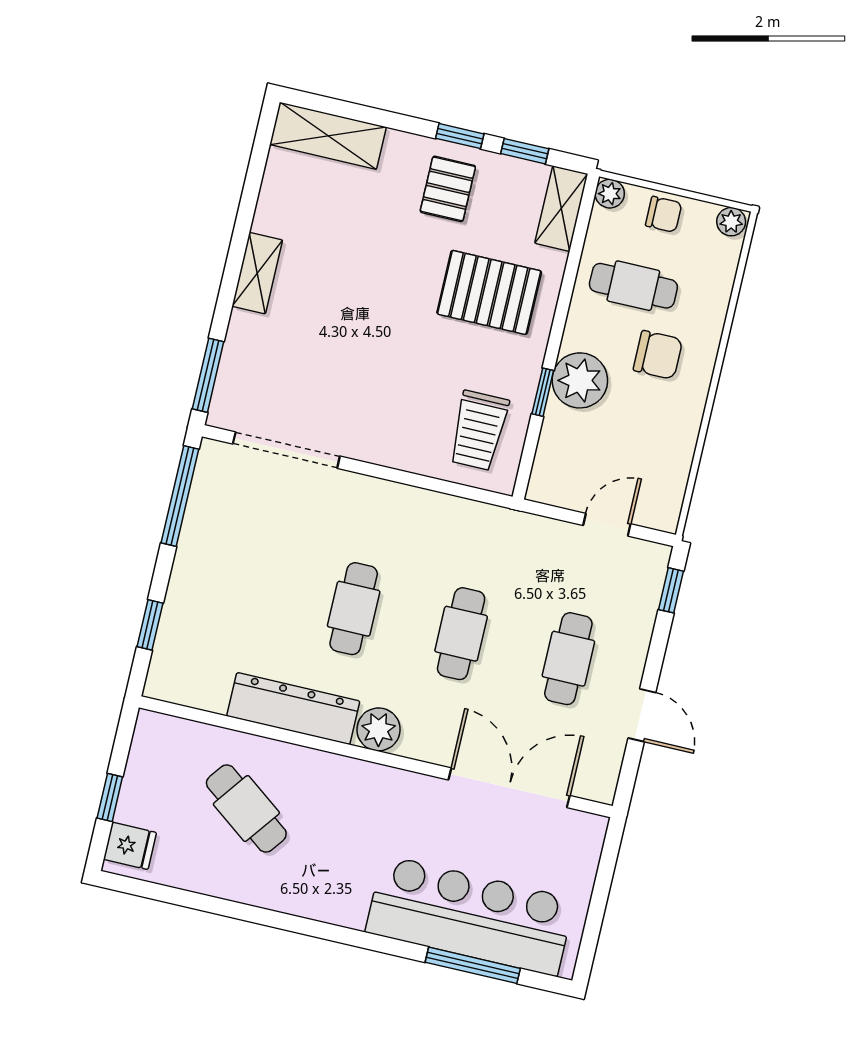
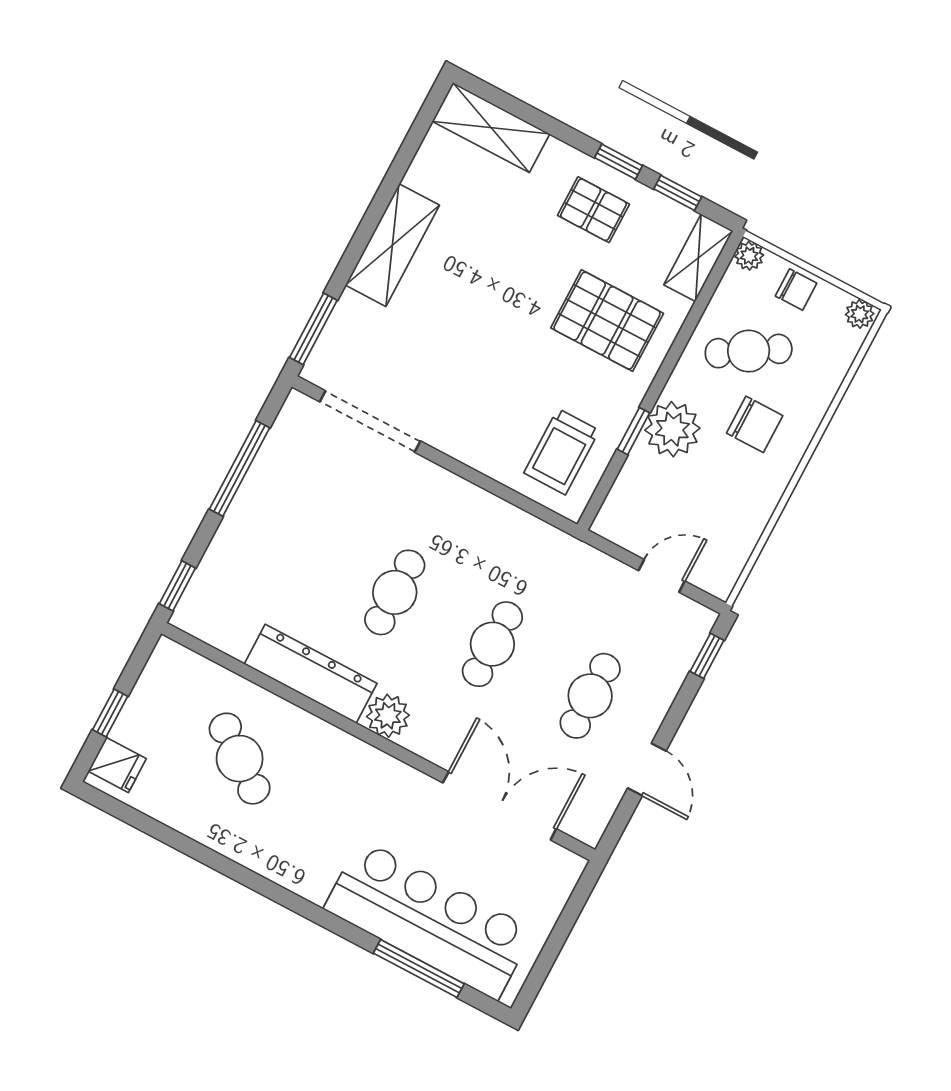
pallet: (448, 189) -> (594, 210), turned 90
shelving: (257, 273) -> (392, 245), width x1.50, depth x1.33
cafe table: (633, 286) -> (749, 351), turned -32
window: (180, 496) -> (240, 468), moved
window: (150, 625) -> (177, 586), moved

